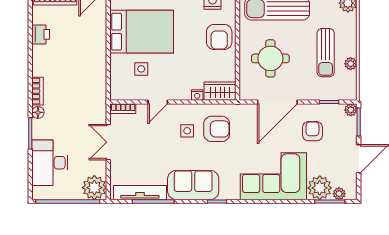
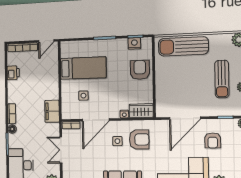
bed: (142, 32) -> (83, 68), width x0.67
armchair: (219, 37) -> (140, 70), turned 180
round table: (270, 58) -> (179, 85), removed
filing cabinet: (96, 89) -> (52, 111), added
door: (158, 102) -> (96, 120), width x1.88
armchair: (313, 131) -> (213, 140), turned 180

